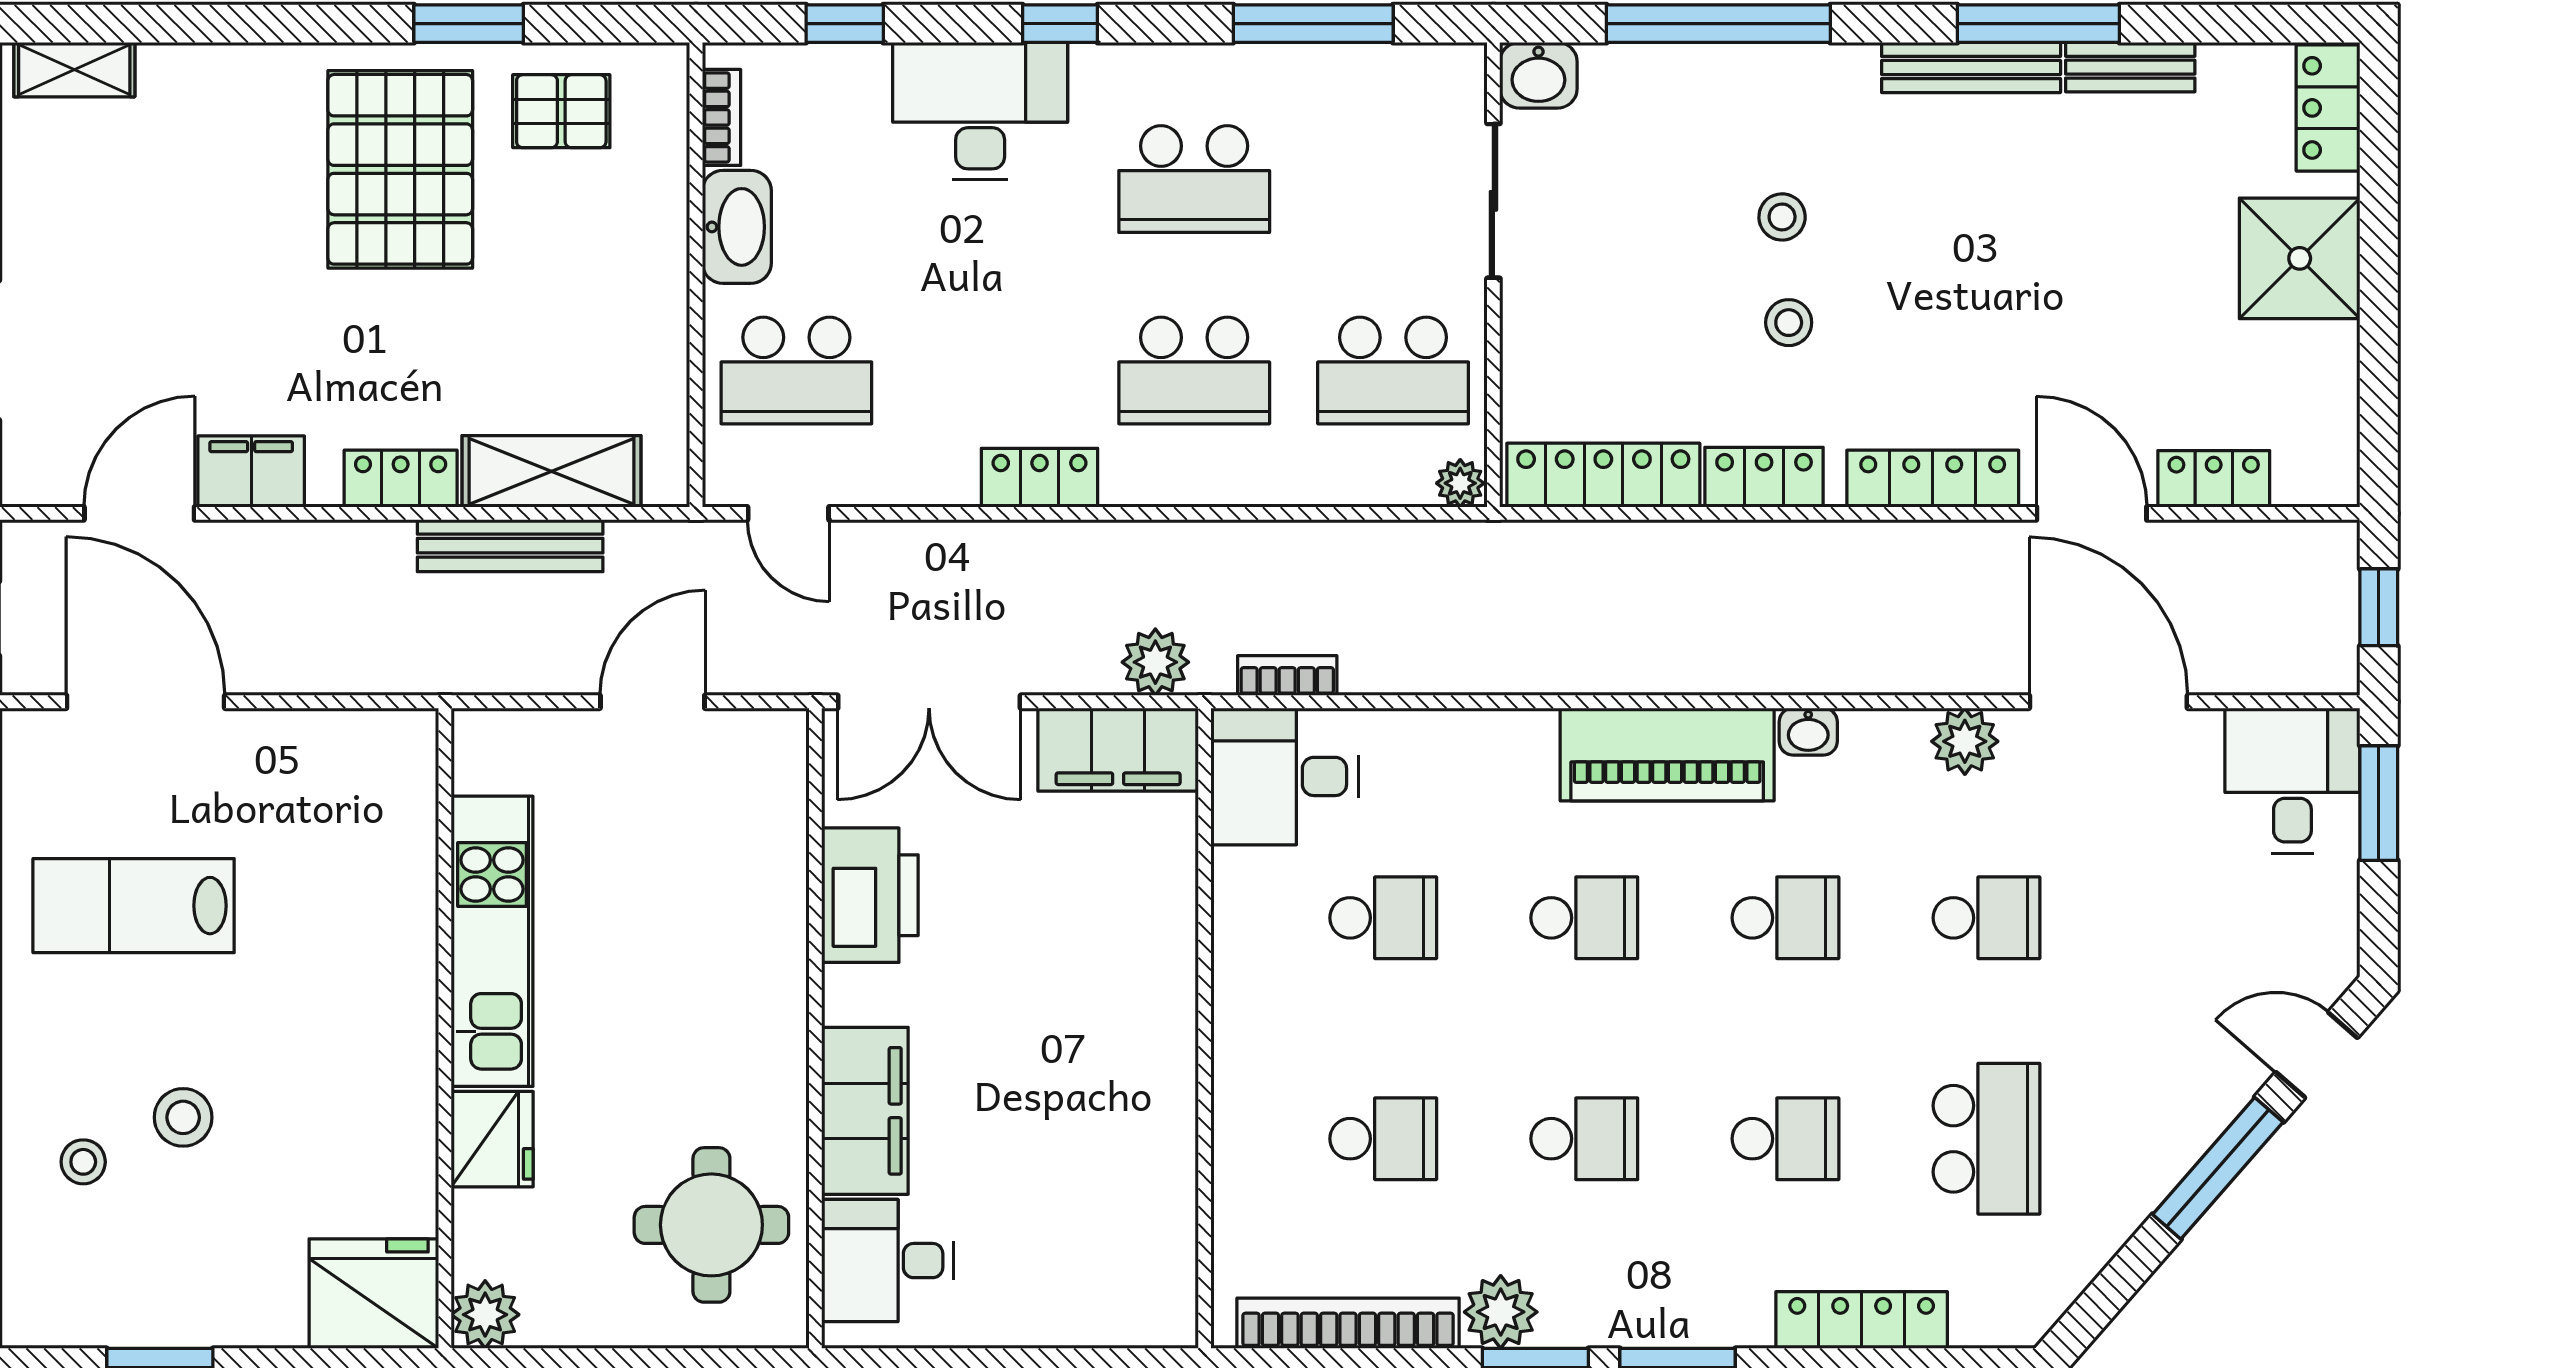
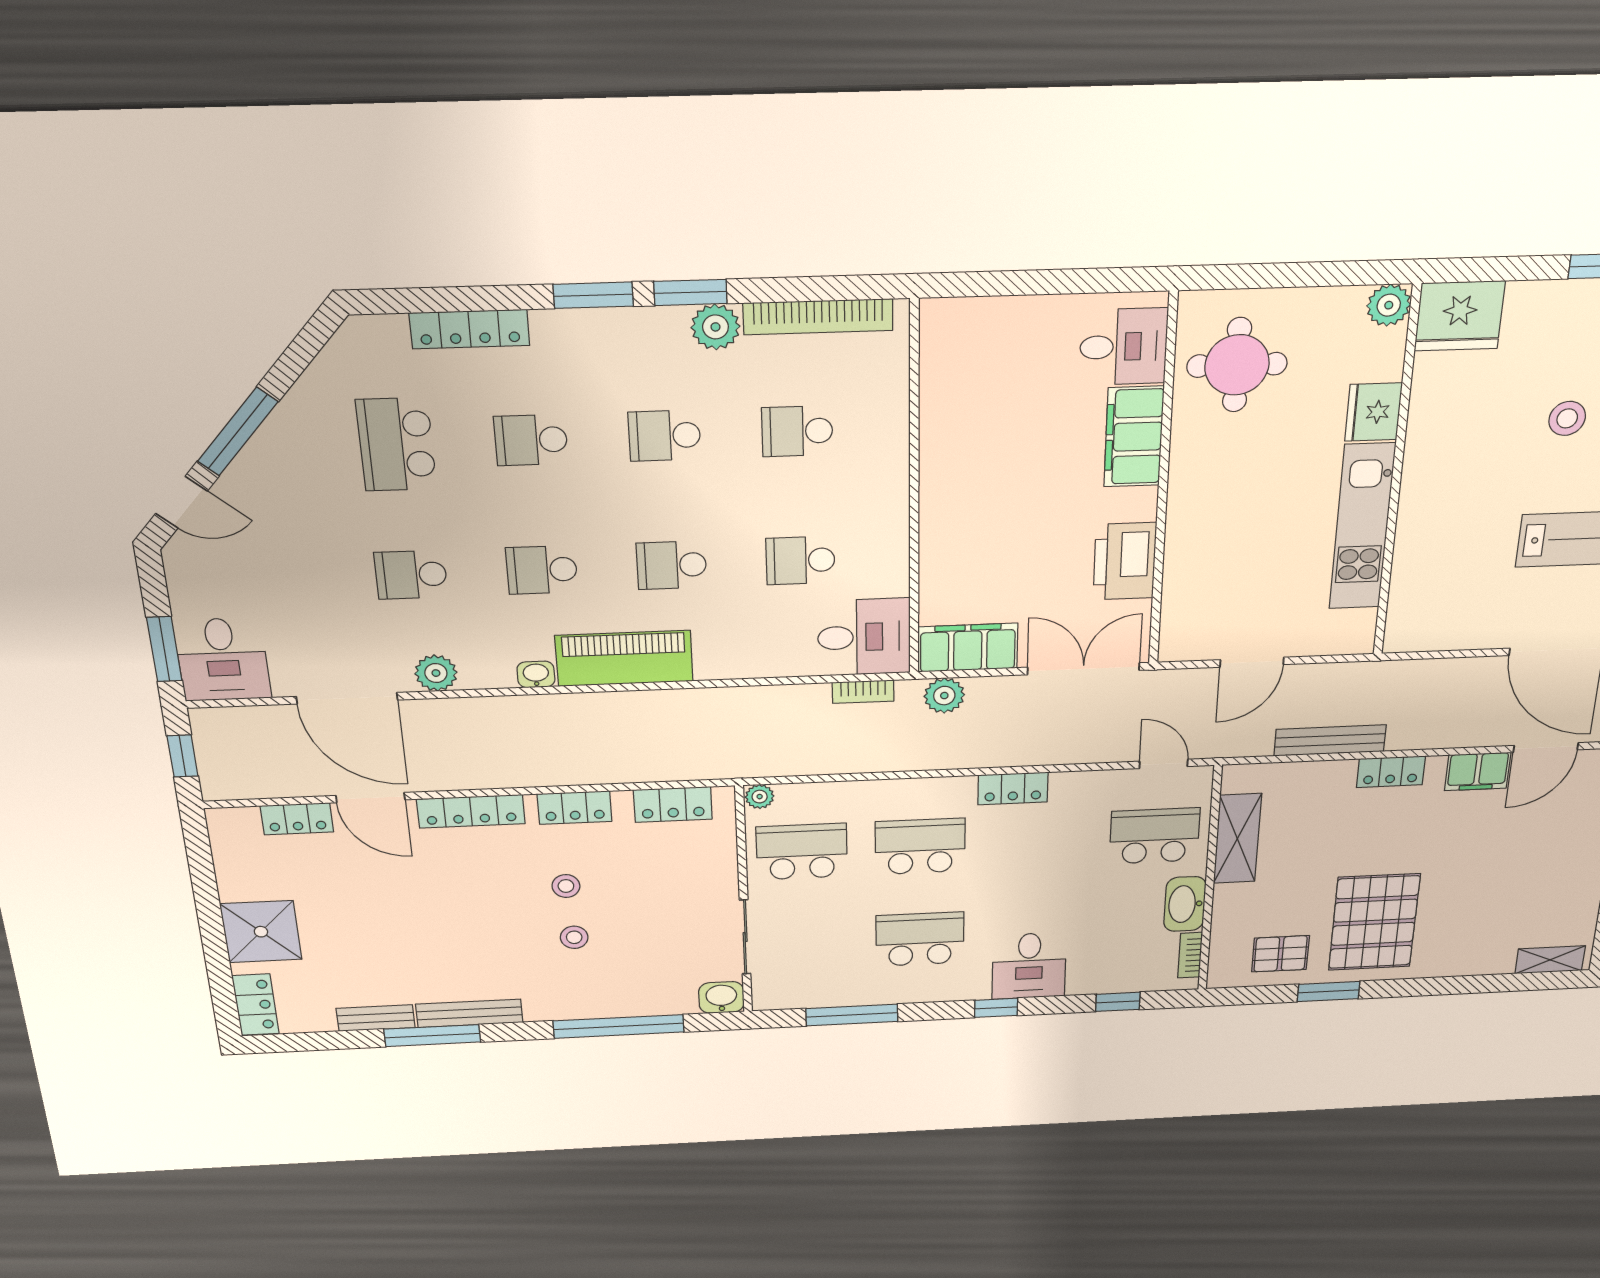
desk: (980, 111) -> (1029, 966), width x0.73
shelving: (552, 471) -> (1237, 839), moved, turned 90
locker: (1603, 475) -> (673, 804), width x0.66

